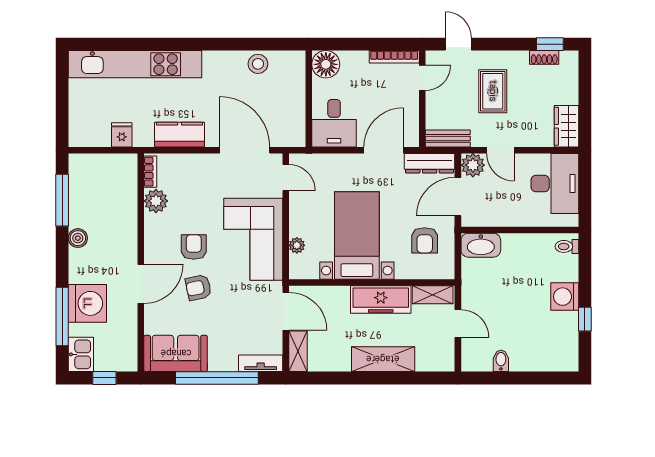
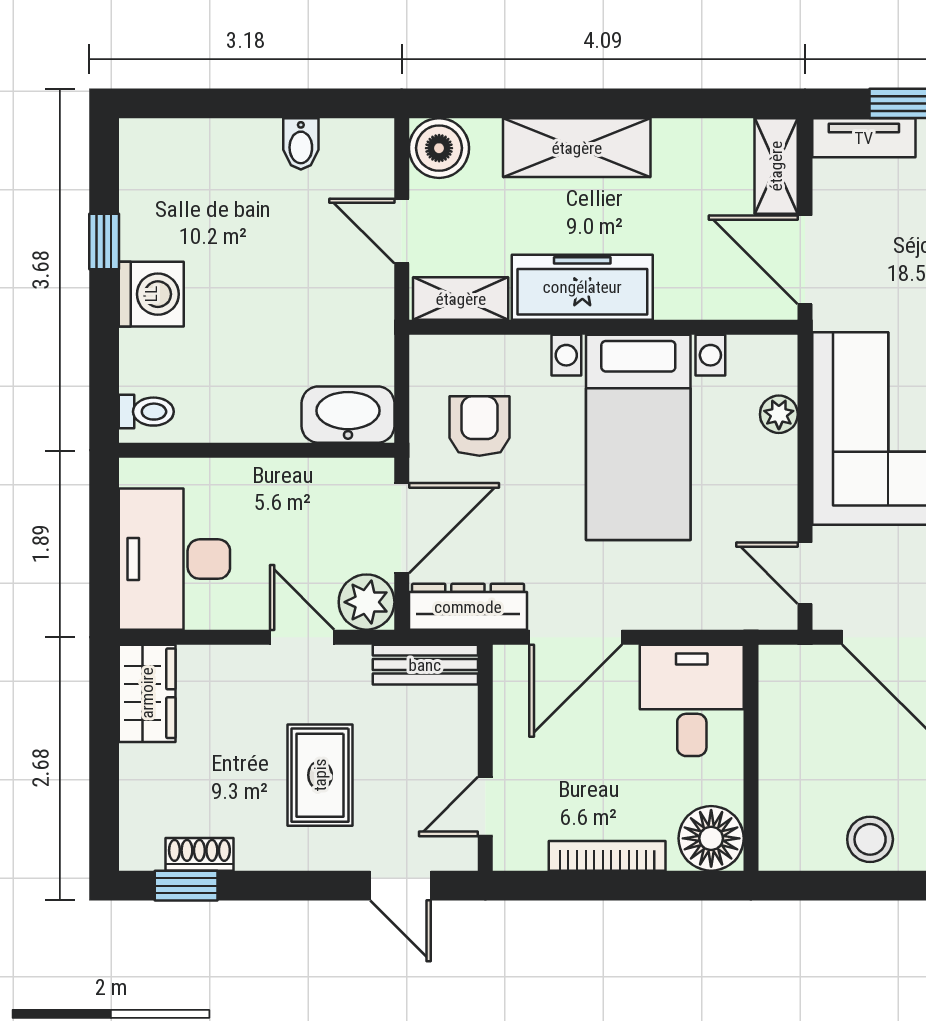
bookcase: (394, 57) -> (607, 856), moved
boiler: (442, 359) -> (439, 148), added

